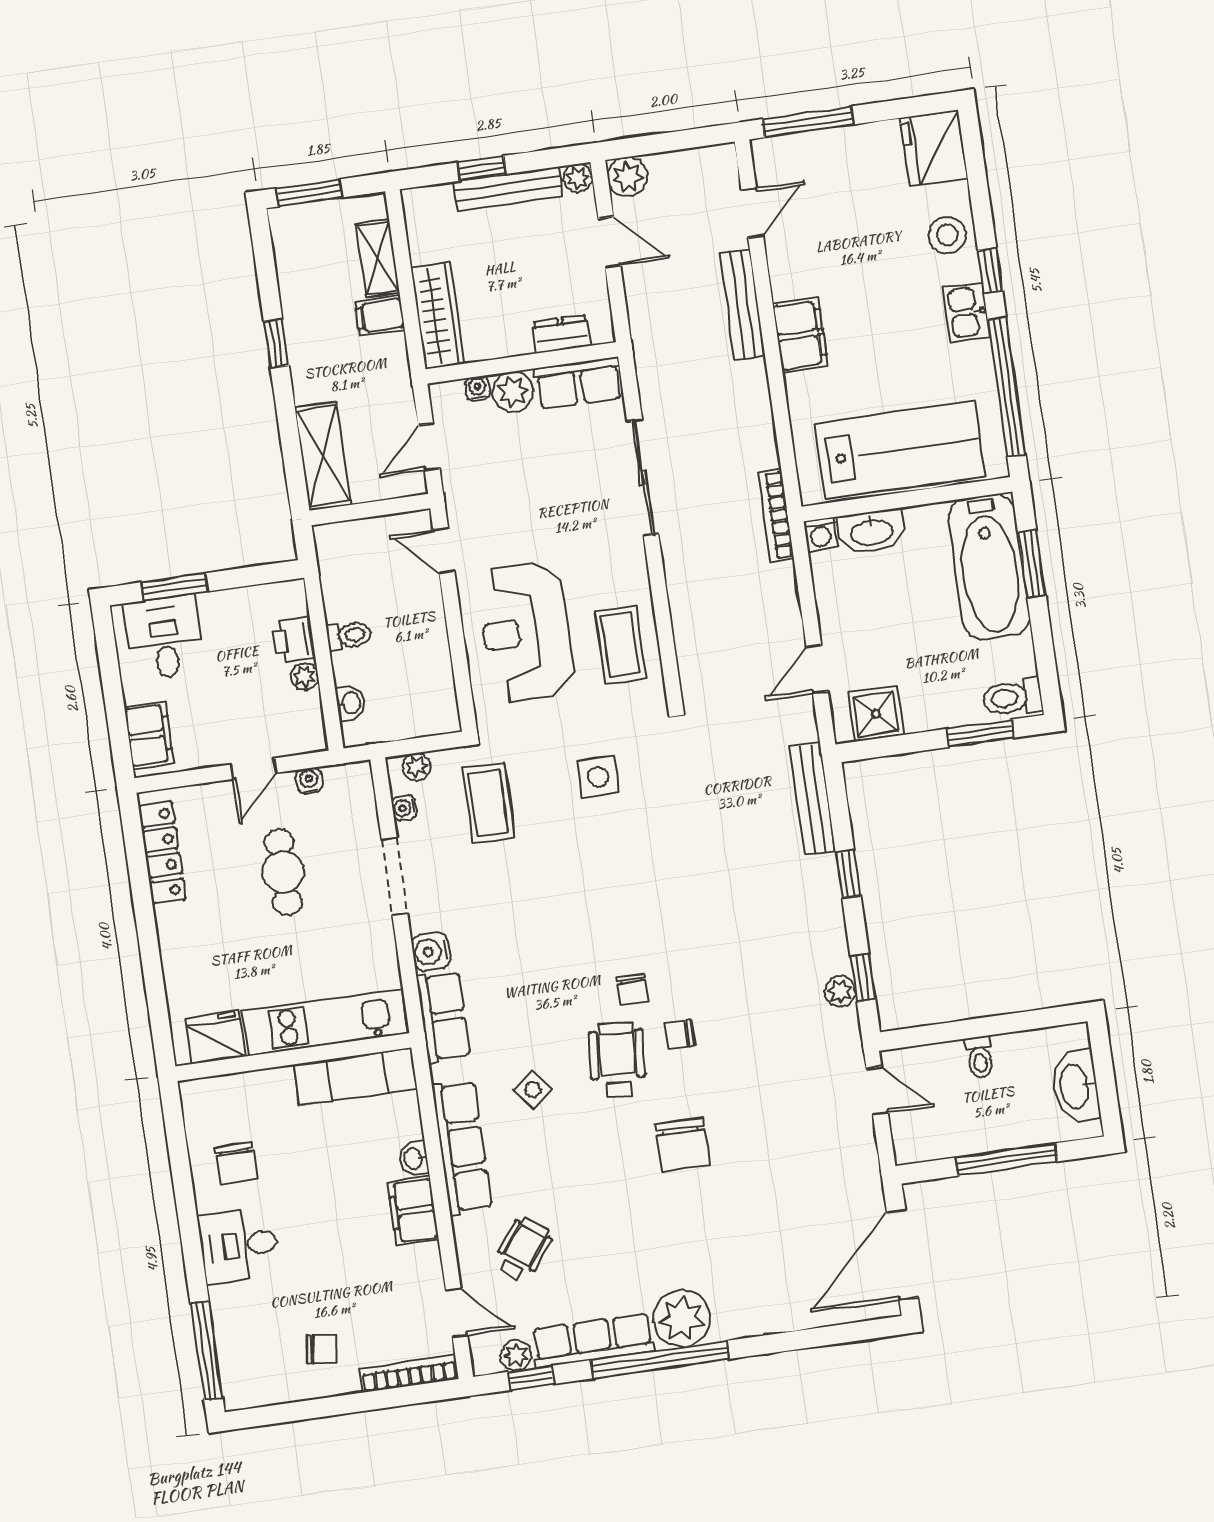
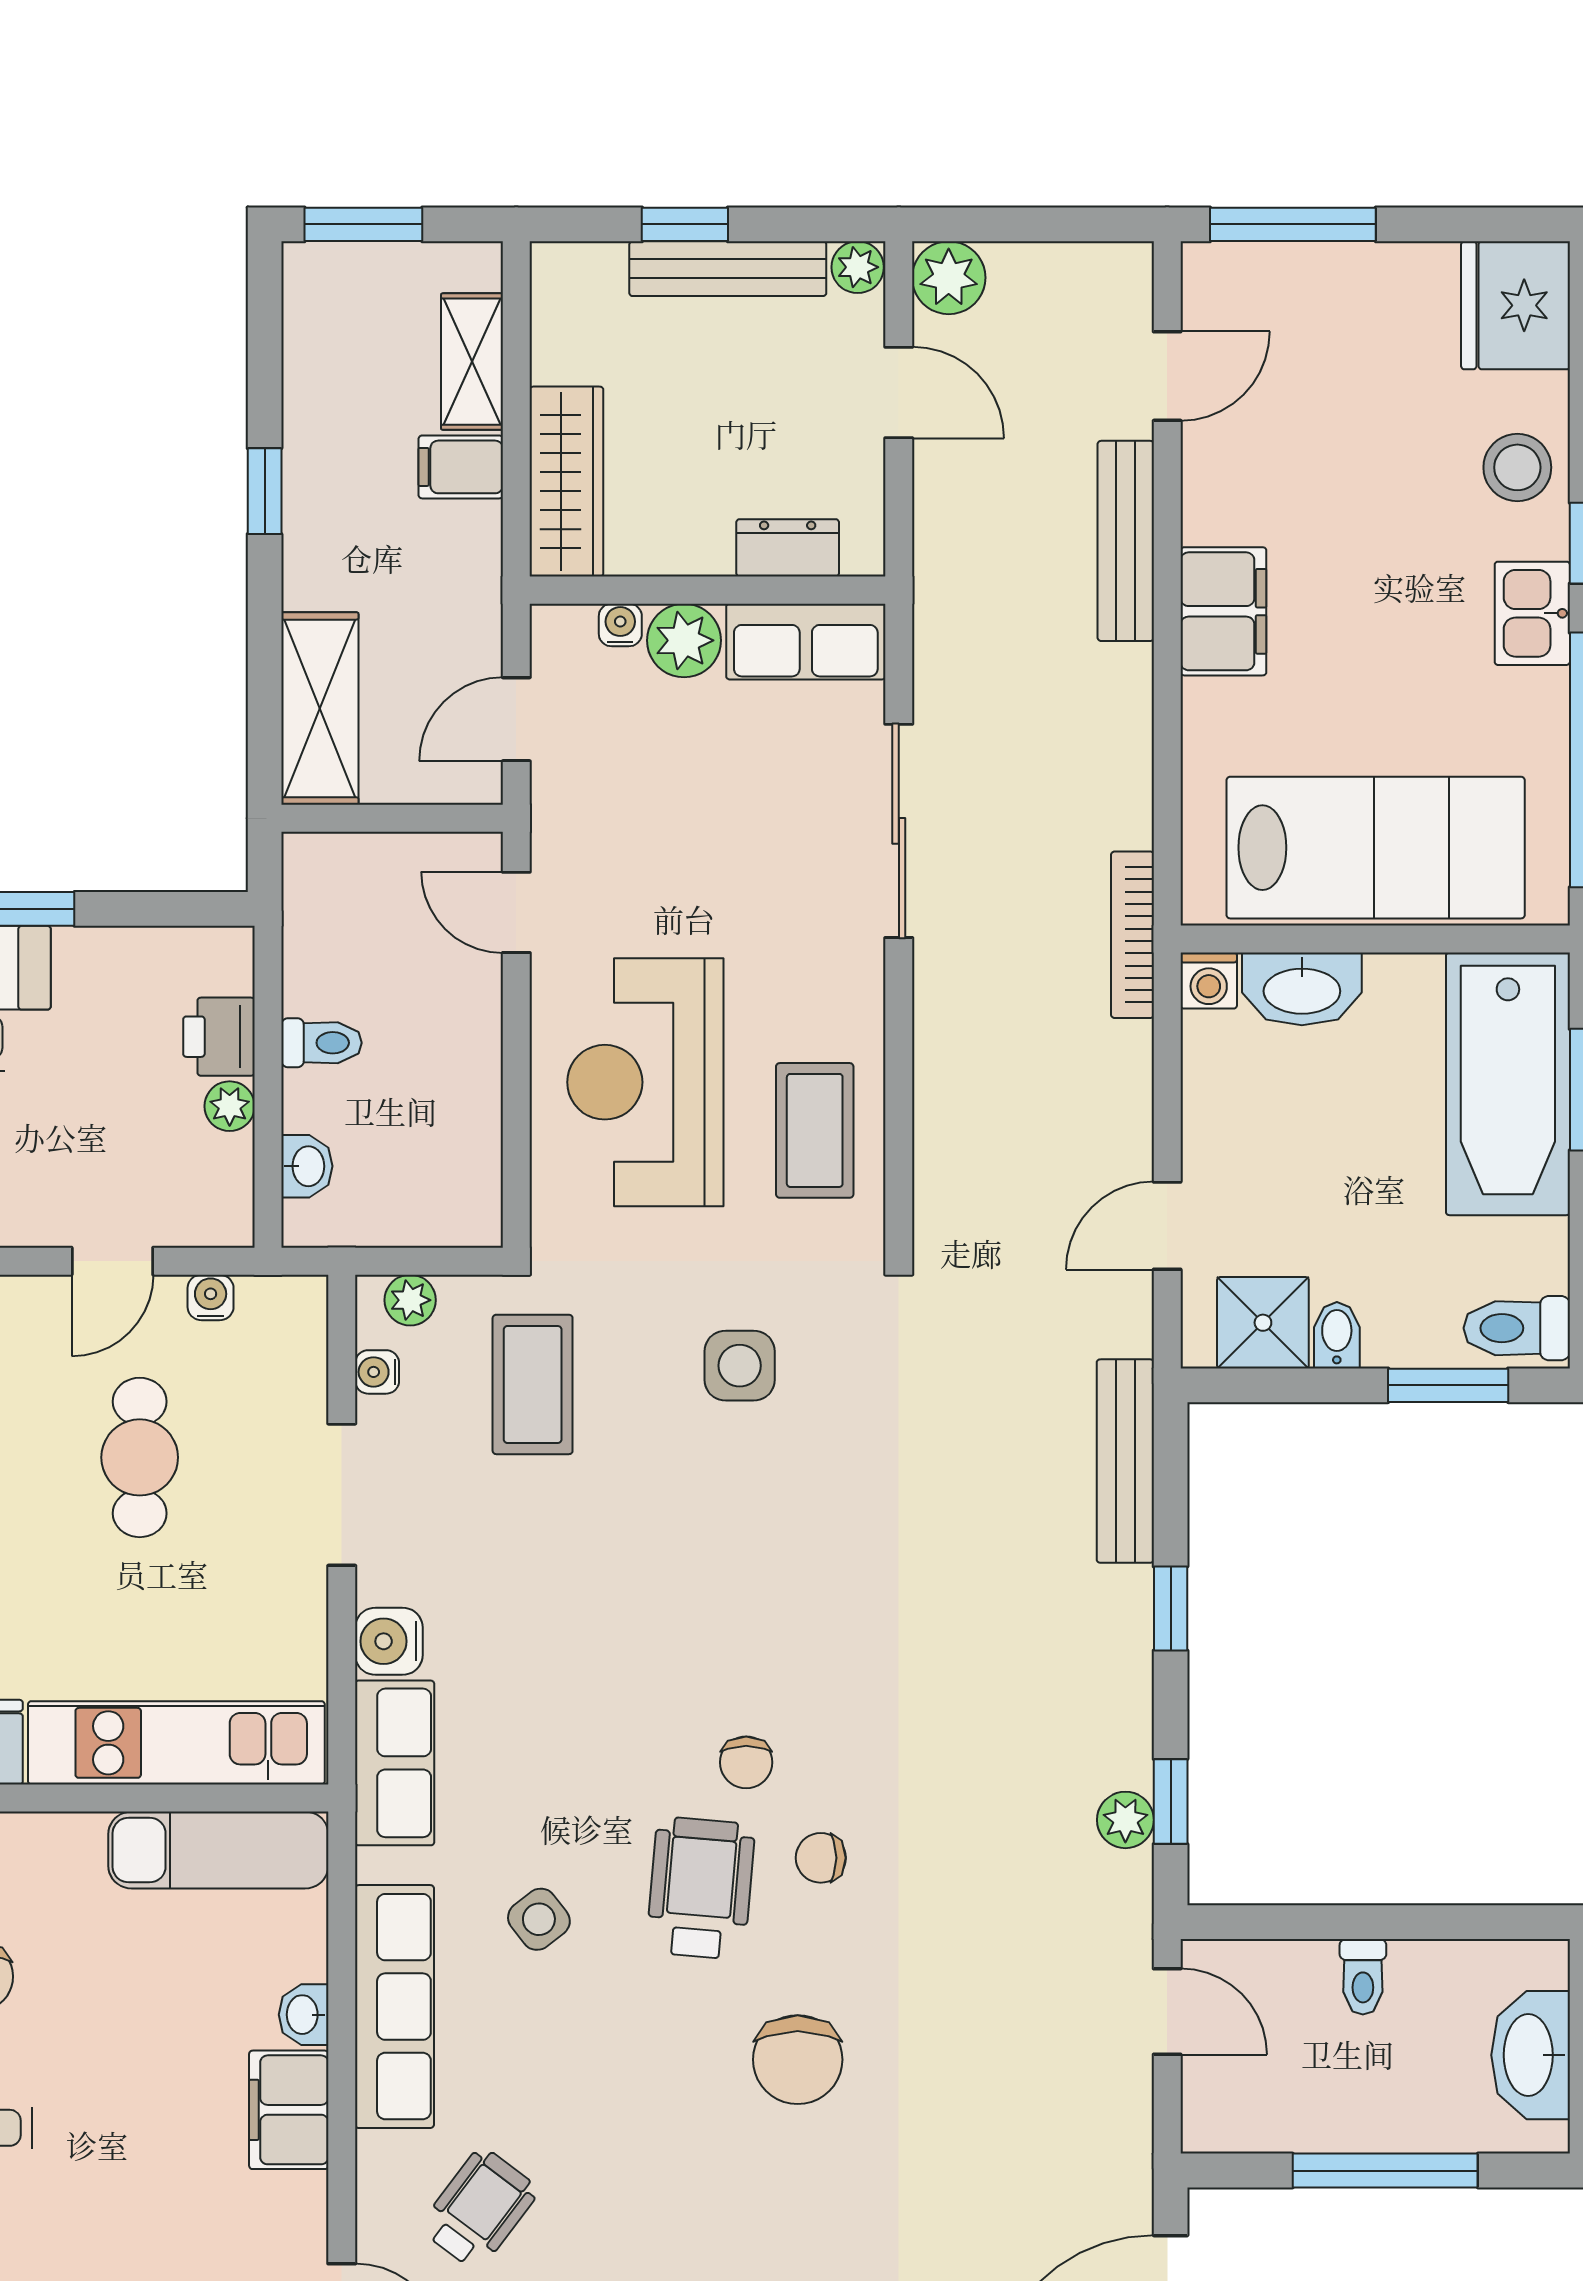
bidet: (917, 715) -> (1337, 1335), added

